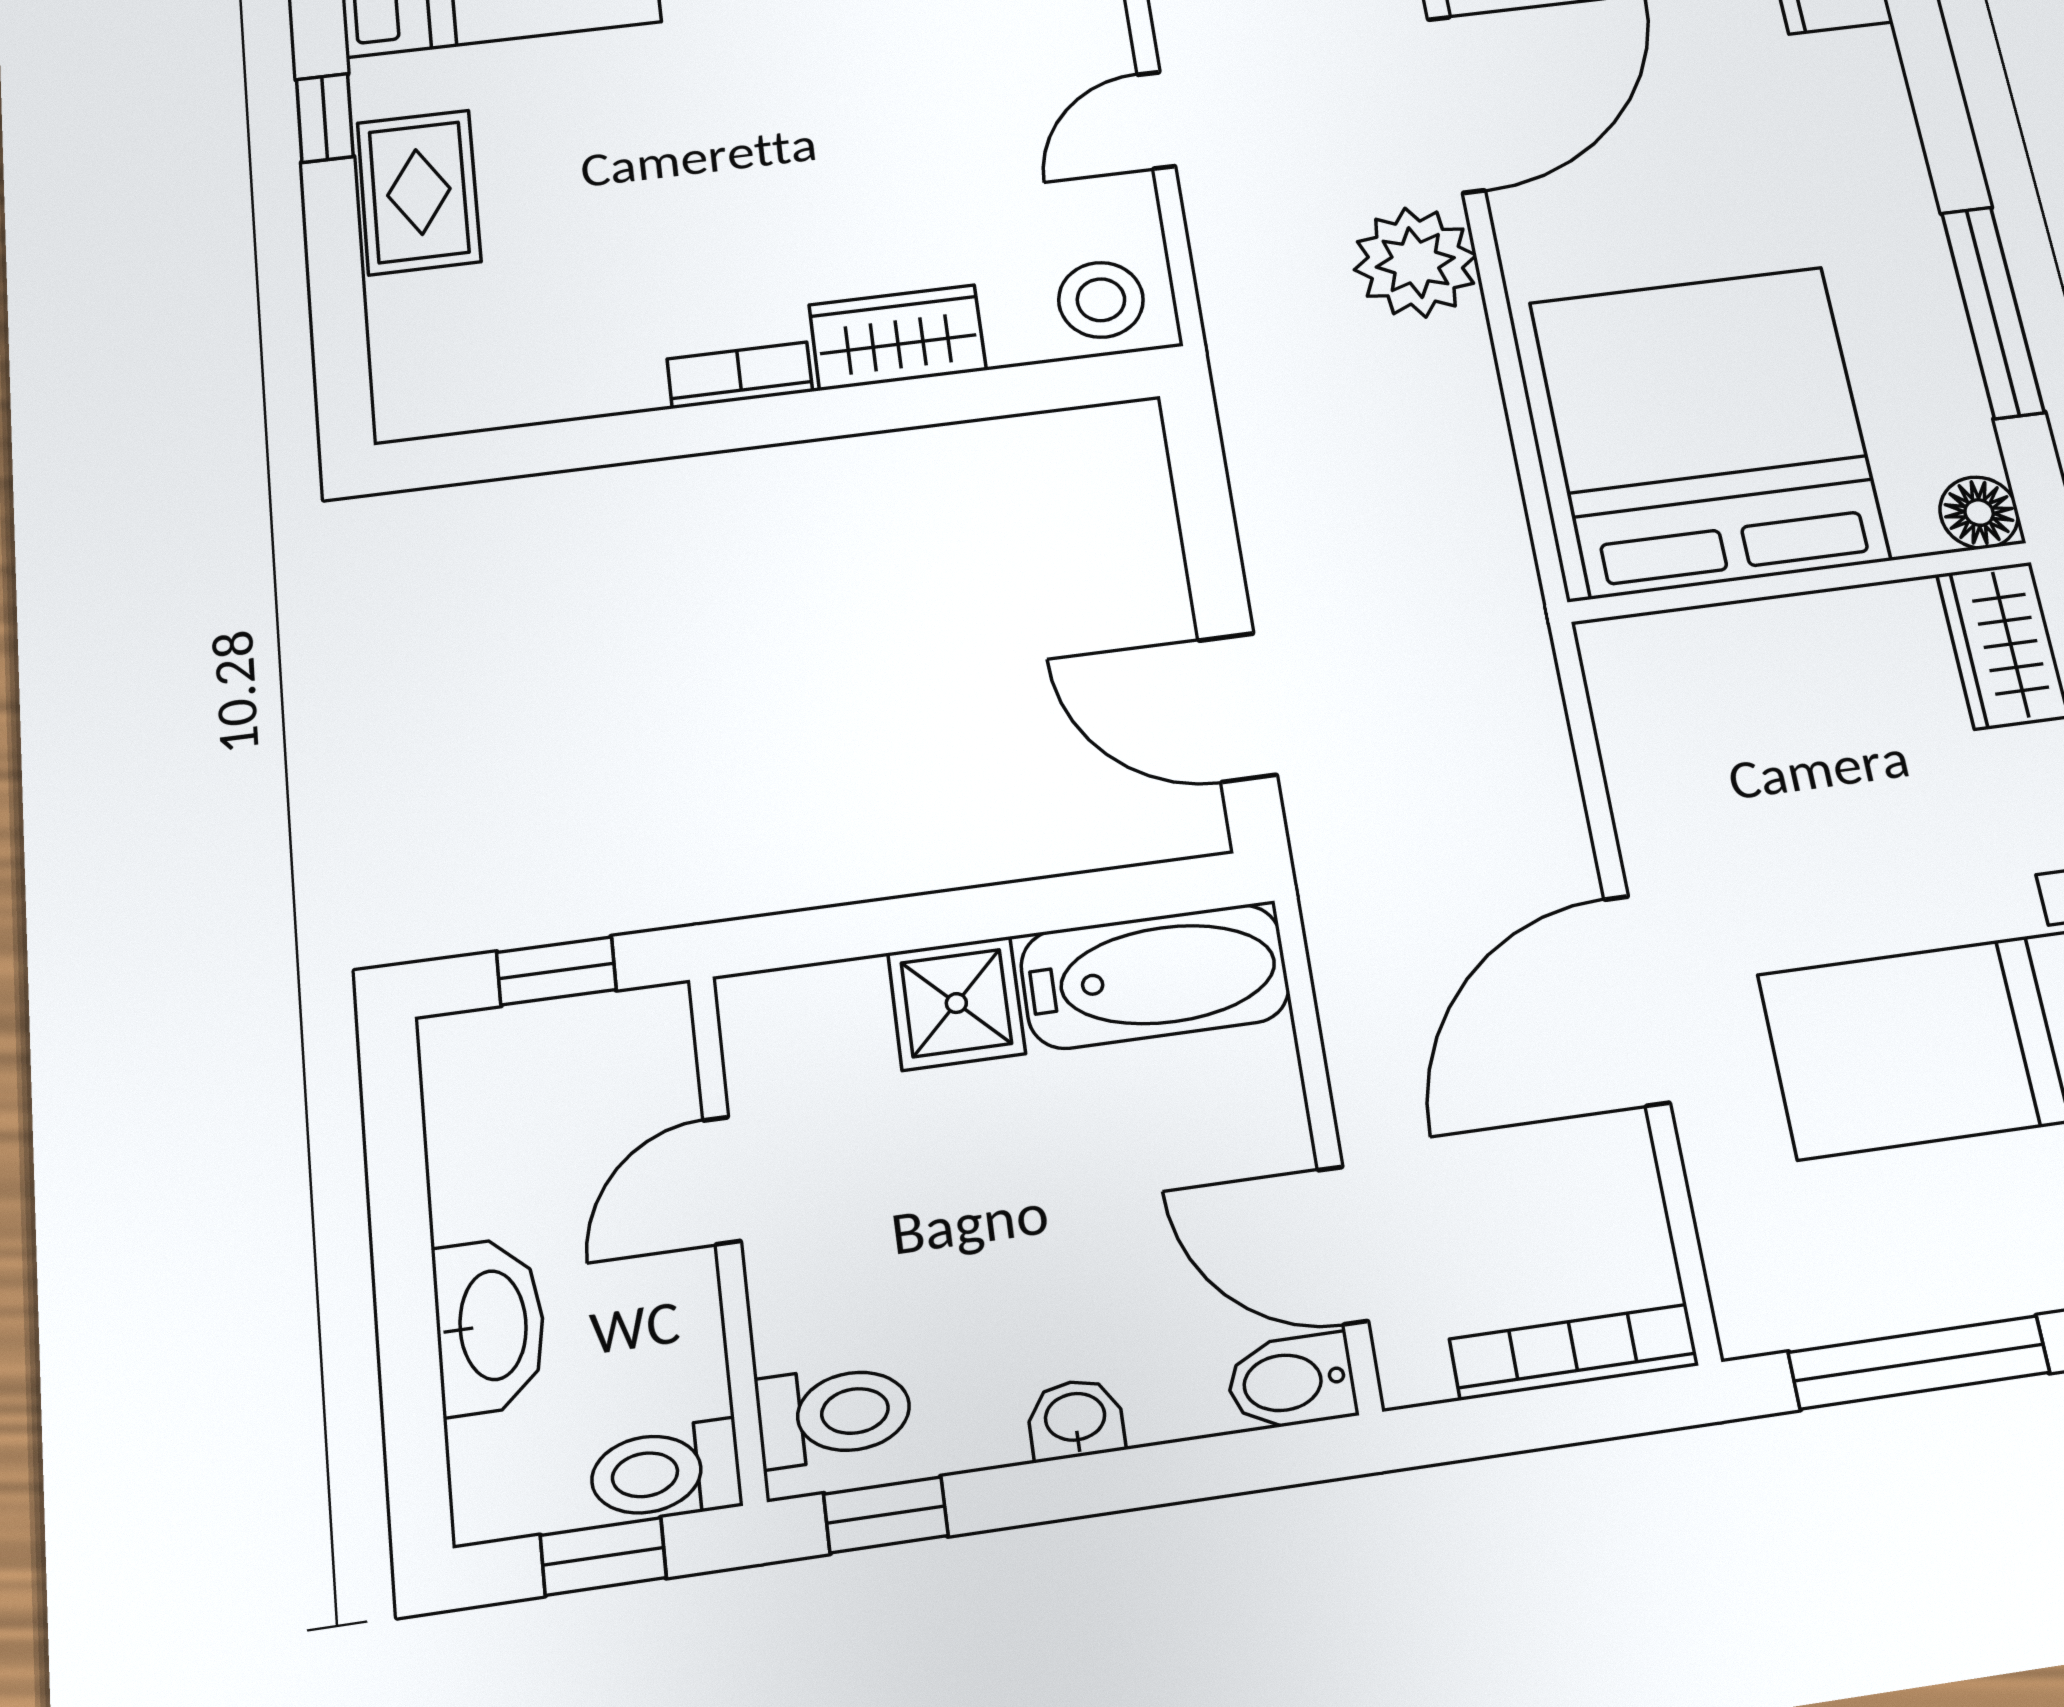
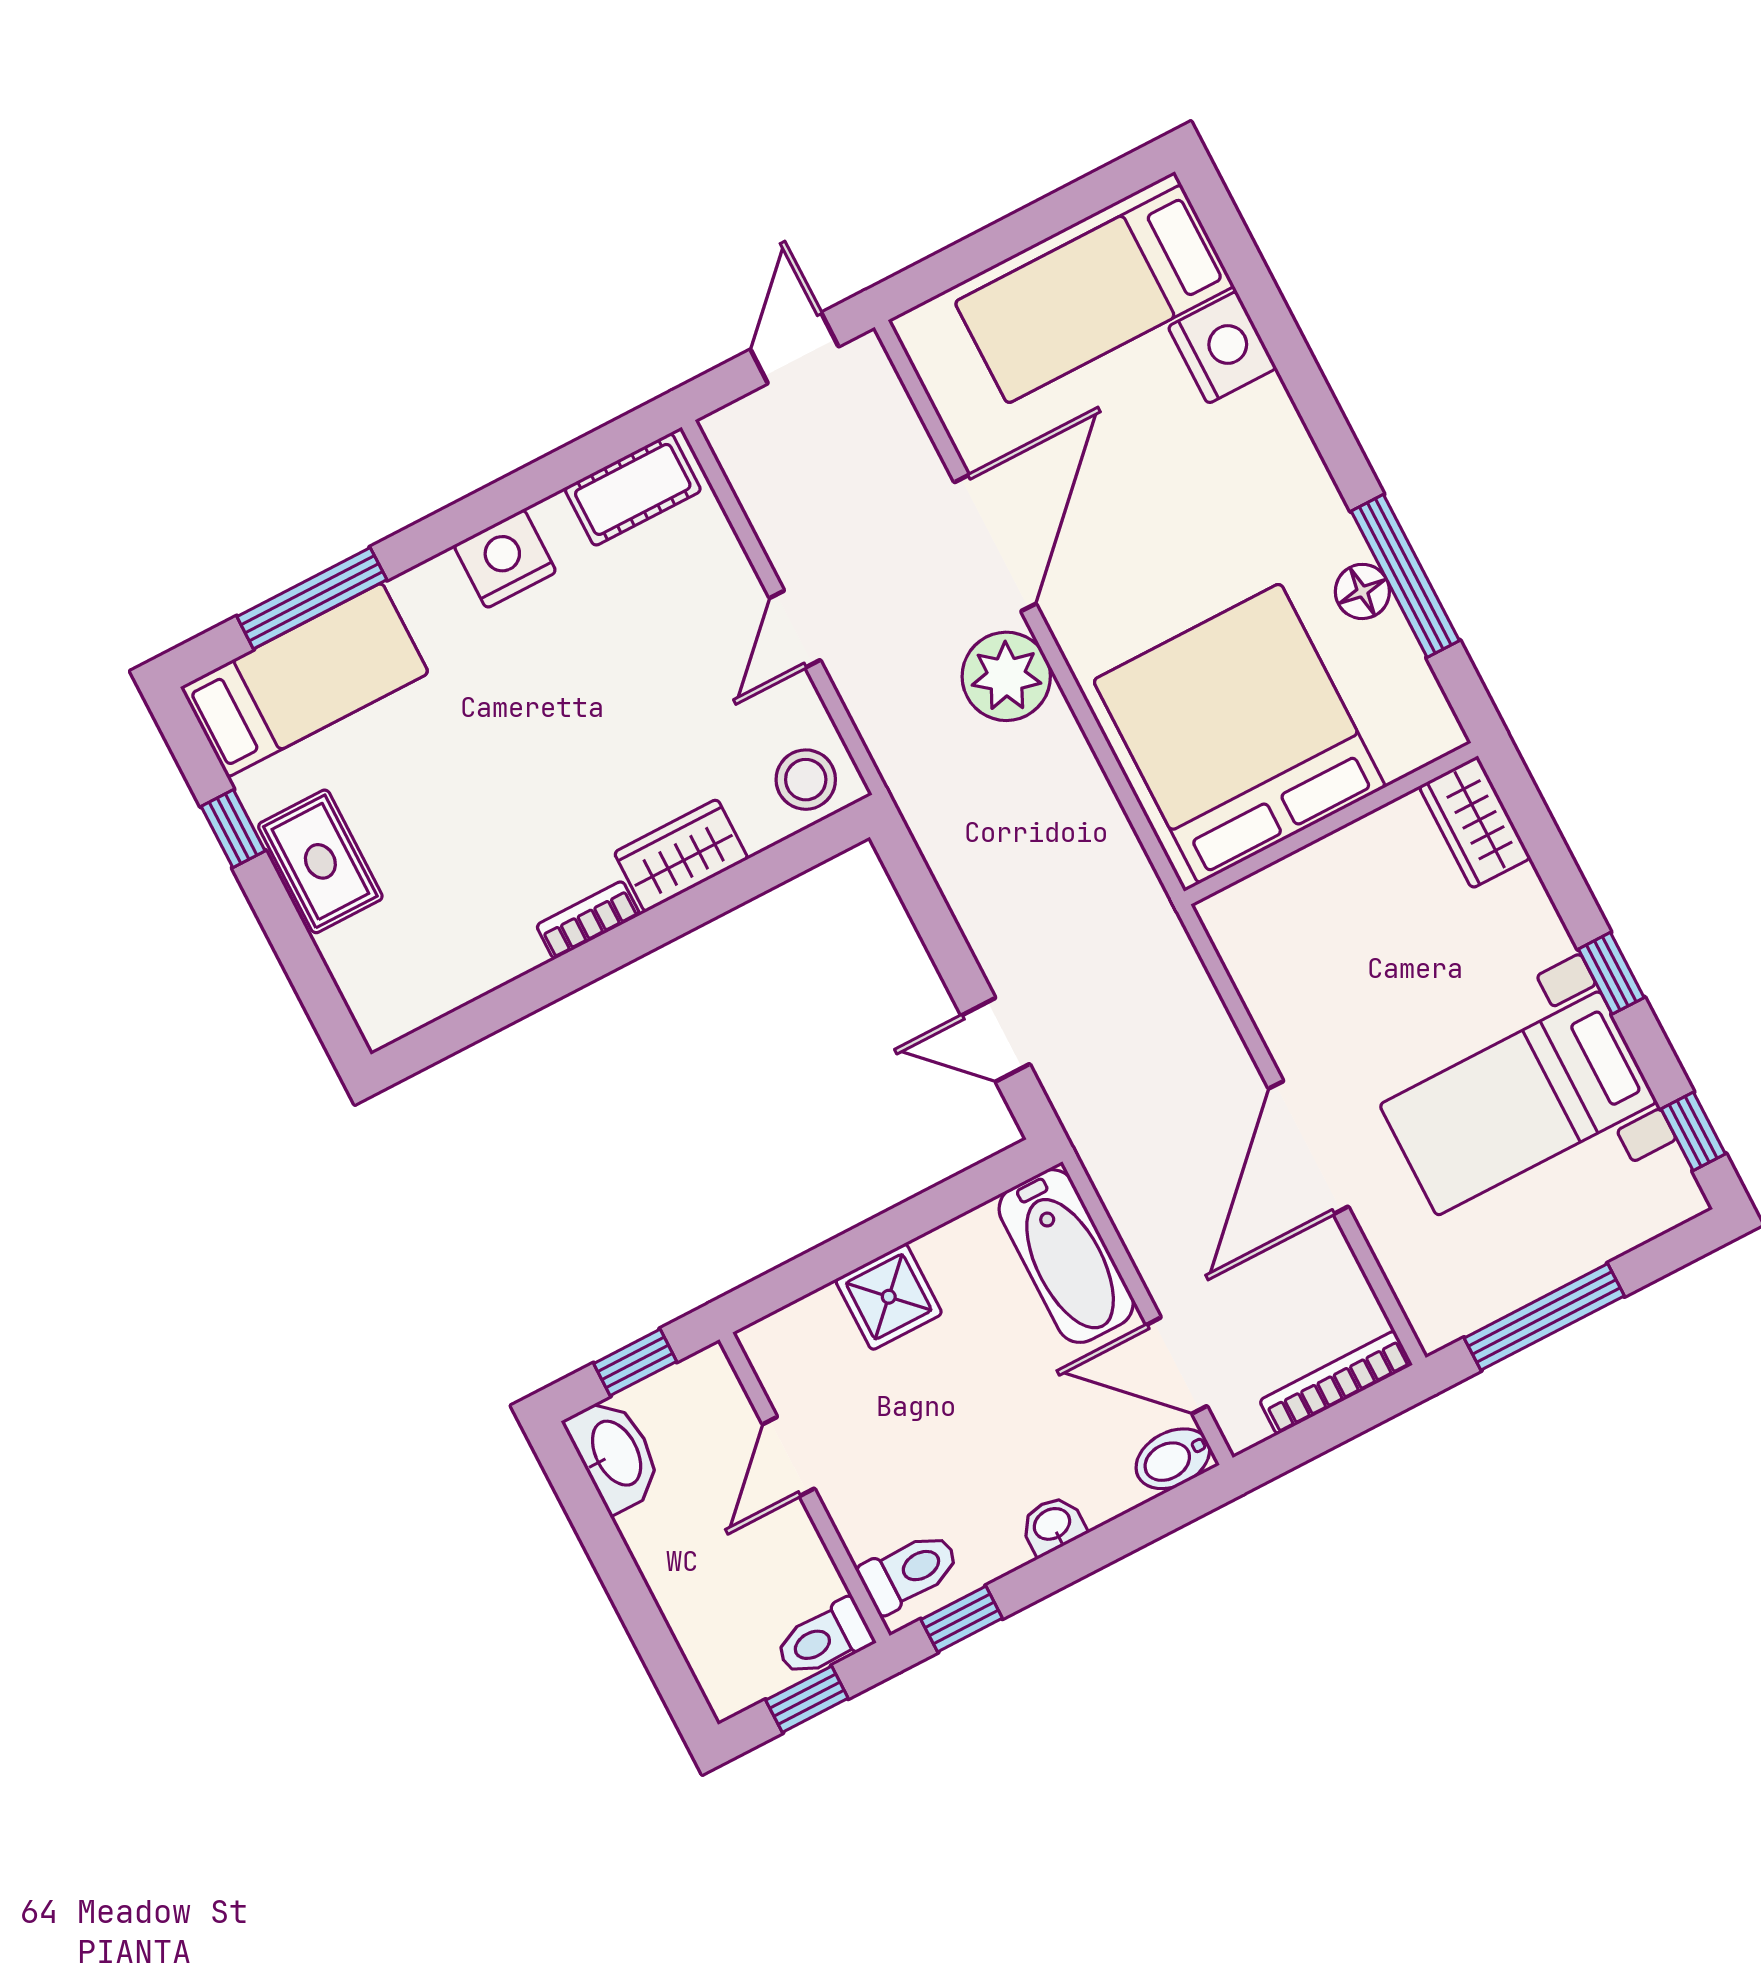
floor lamp: (1979, 513) -> (1362, 591), moved
door: (1237, 707) -> (995, 1040), width x0.73
bathtub: (1155, 976) -> (1066, 1256), moved, turned 90
washbasin: (490, 1326) -> (615, 1454), moved

